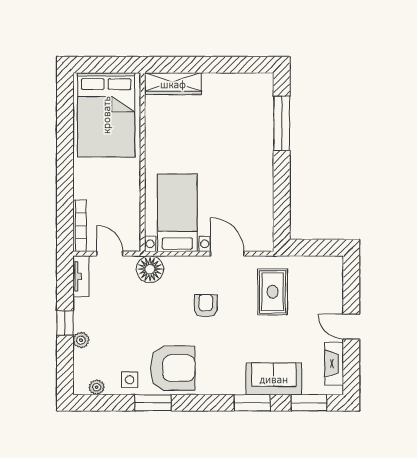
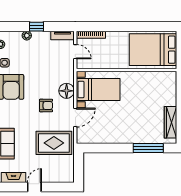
wardrobe: (173, 84) -> (171, 122), moved
door: (110, 254) -> (75, 52), hinge flipped
floor lamp: (150, 269) -> (67, 91), moved
rug: (273, 292) -> (54, 143), width x1.36, depth x1.43

